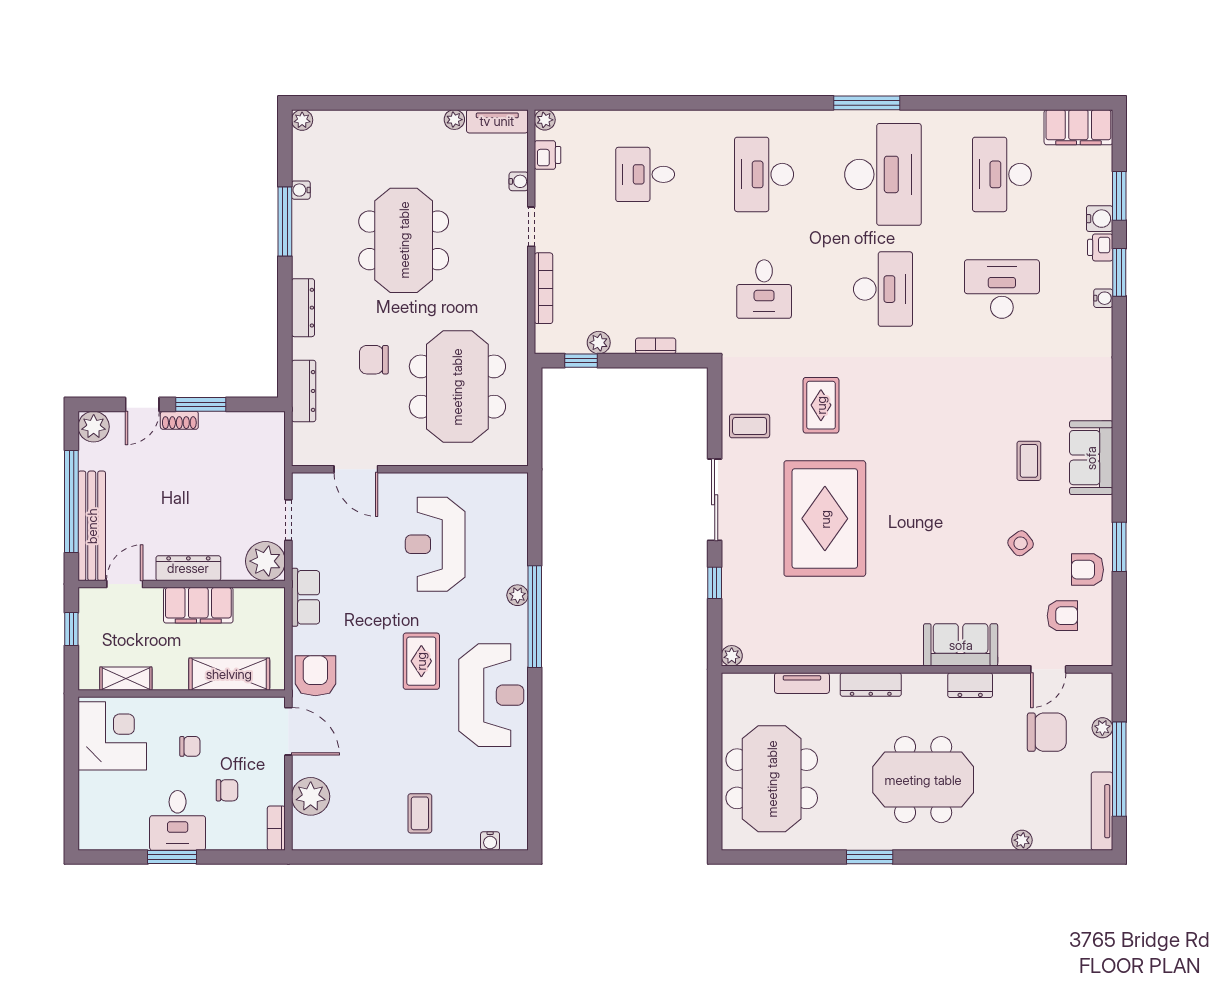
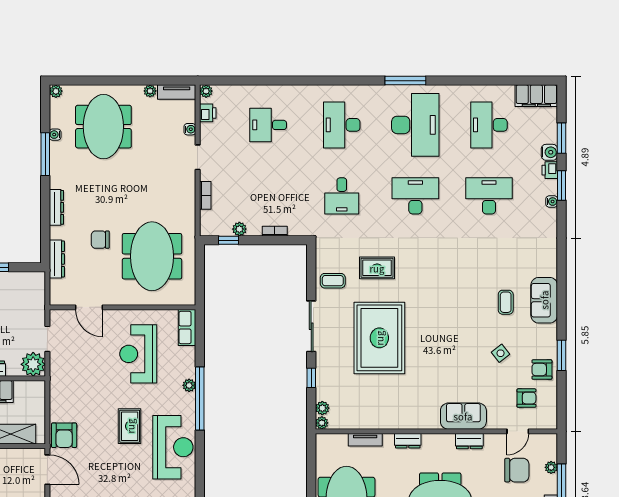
meeting table: (404, 240) -> (103, 127), moved
bookcase: (544, 288) -> (205, 195), width x0.64
desk: (883, 289) -> (415, 196), turned -90
rug: (821, 405) -> (377, 268), turned 90
row of seats: (306, 597) -> (187, 327), moved, turned 180
plant: (733, 632) -> (322, 408), added
armchair: (315, 676) -> (64, 435), turned 180
dresser: (871, 685) -> (408, 441), width x0.70

